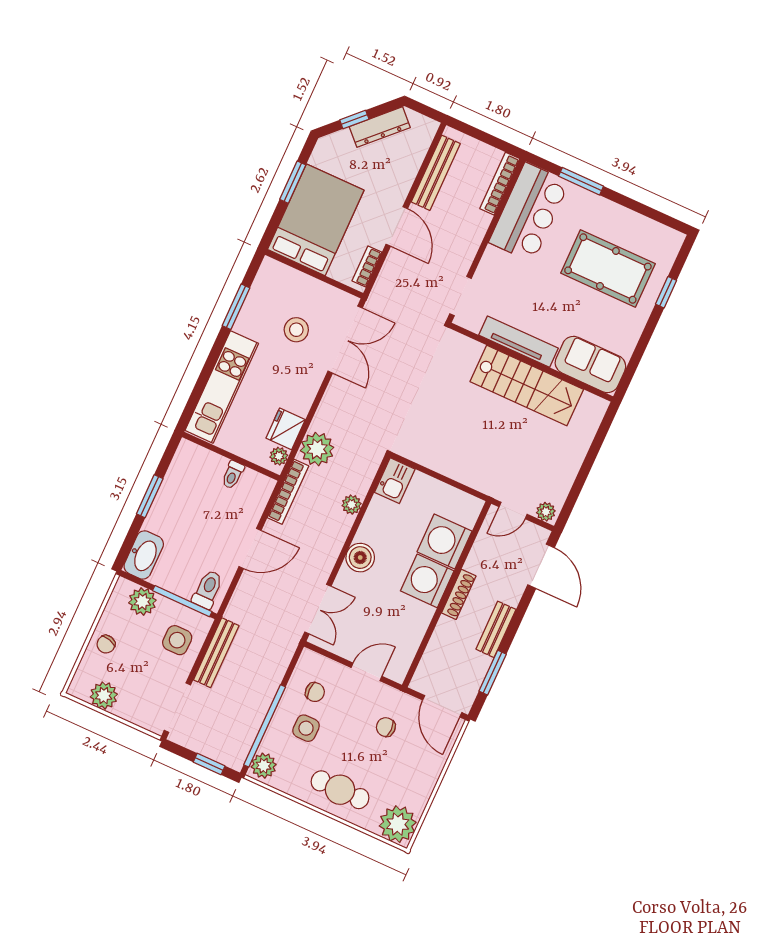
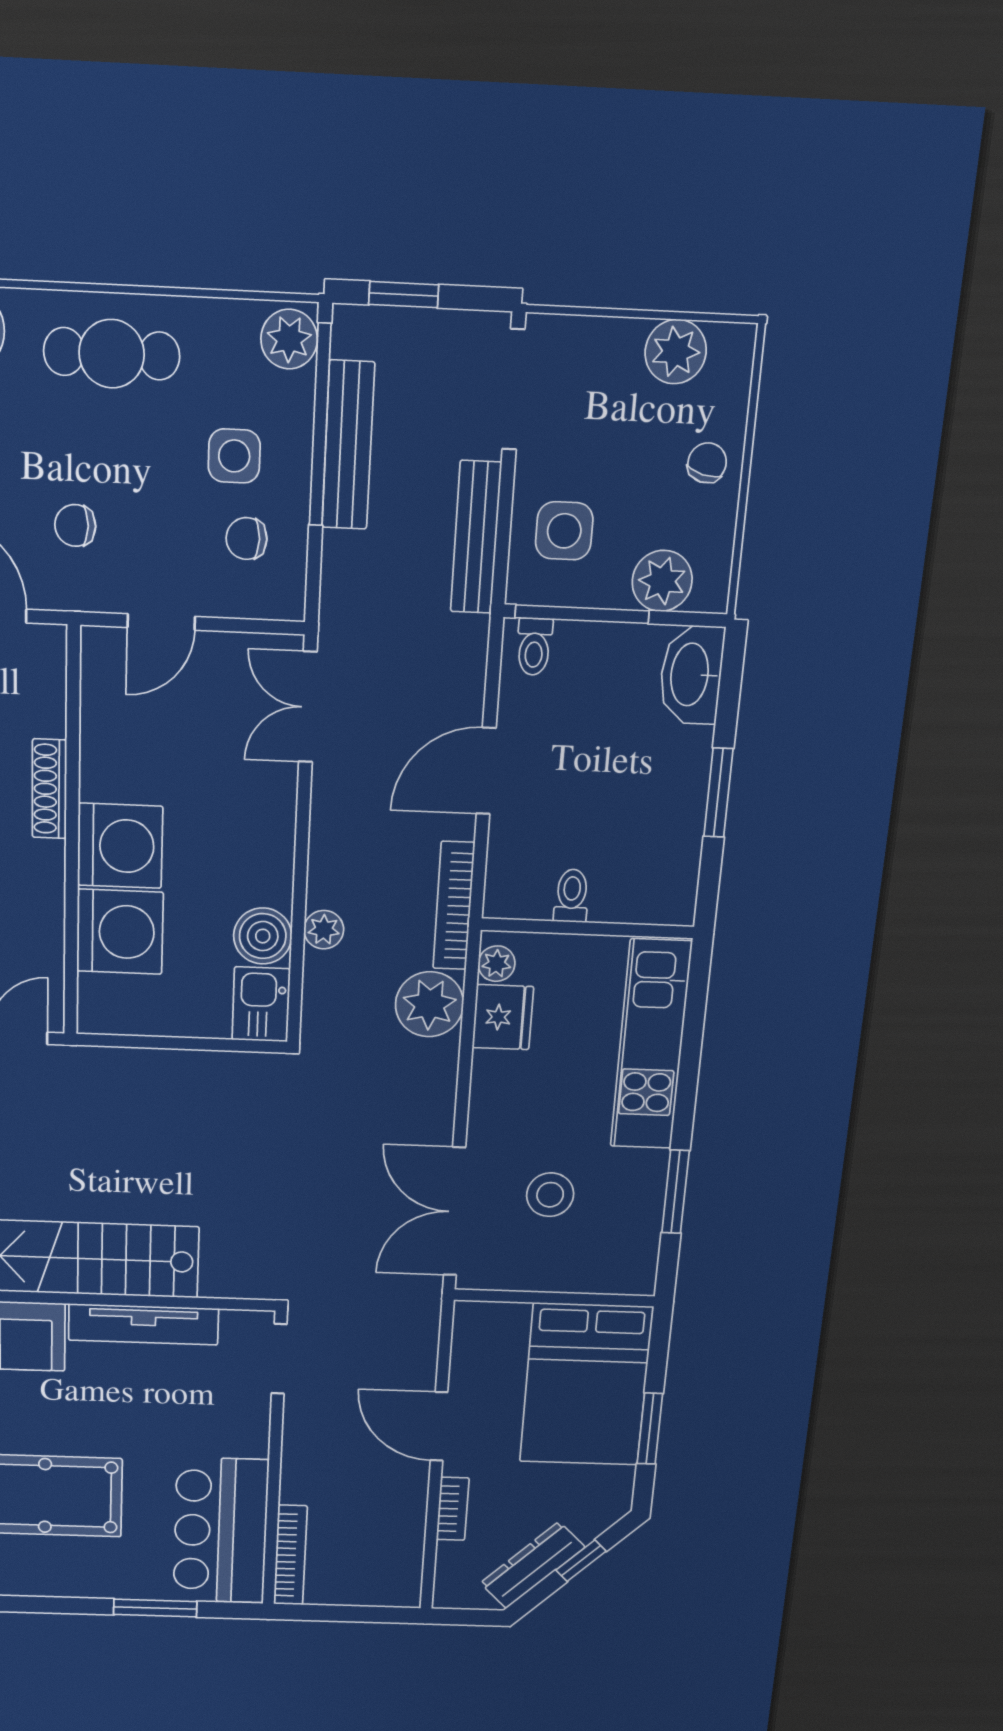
bench: (436, 173) -> (348, 445), moved
bookcase: (367, 266) -> (453, 1509), moved
boiler: (360, 558) -> (263, 936), moved
toilet: (208, 589) -> (534, 647), width x0.73, depth x0.72
shoe rack: (459, 594) -> (49, 789), moved
chair: (386, 727) -> (75, 525), turned 180

